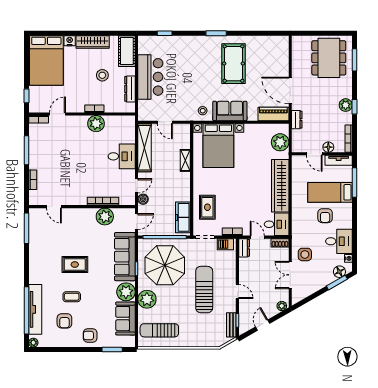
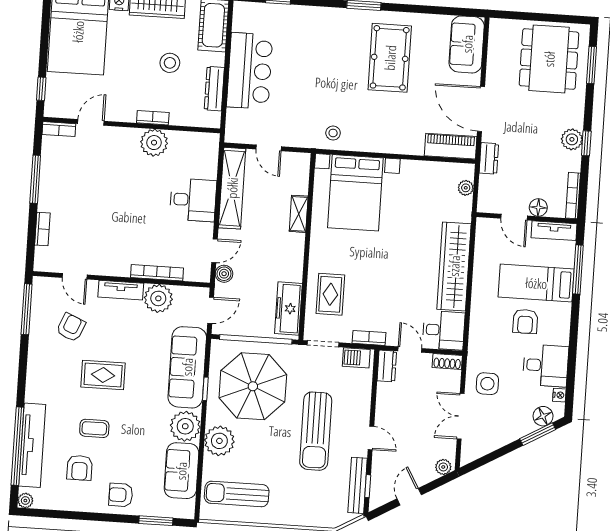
sofa: (230, 111) -> (467, 44), moved, turned -90
plant: (280, 142) -> (466, 188), width x0.53, depth x0.53
tv unit: (82, 213) -> (121, 290), added
armchair: (54, 237) -> (71, 327), added
sun lounger: (204, 290) -> (316, 431), turned 180
bench: (231, 325) -> (358, 485), width x1.36

